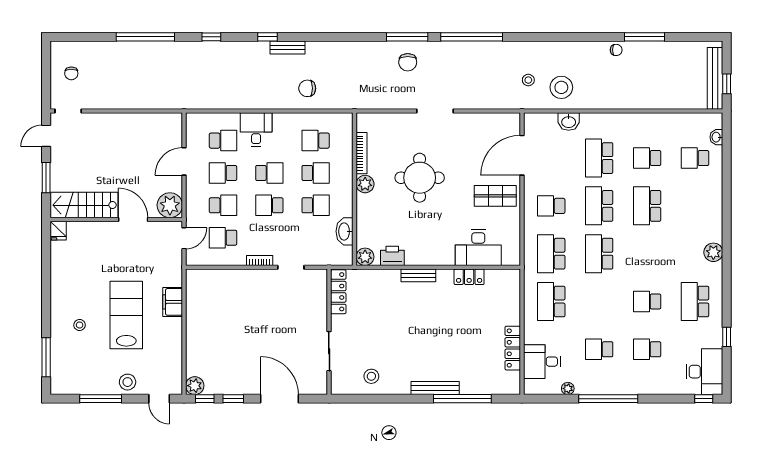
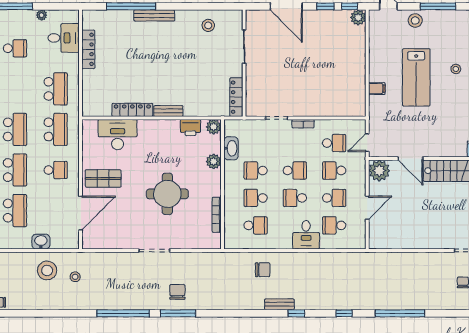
plant: (365, 184) -> (214, 161), moved
locker: (469, 277) -> (132, 110), width x1.53
filing cabinet: (173, 302) -> (377, 89), width x0.50

